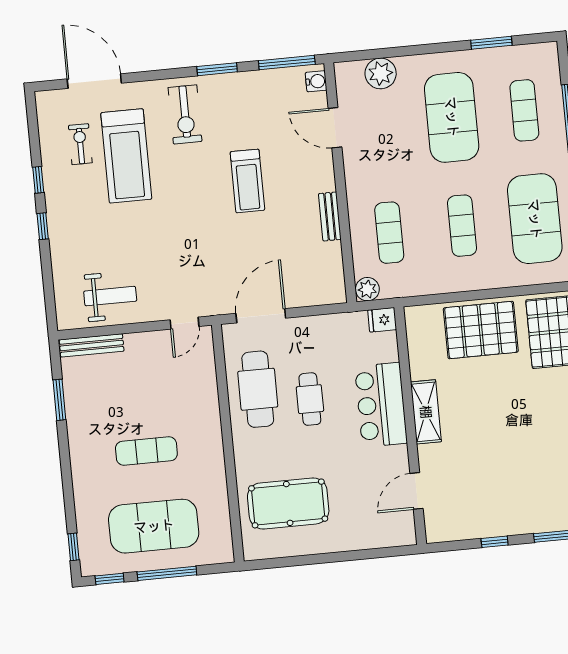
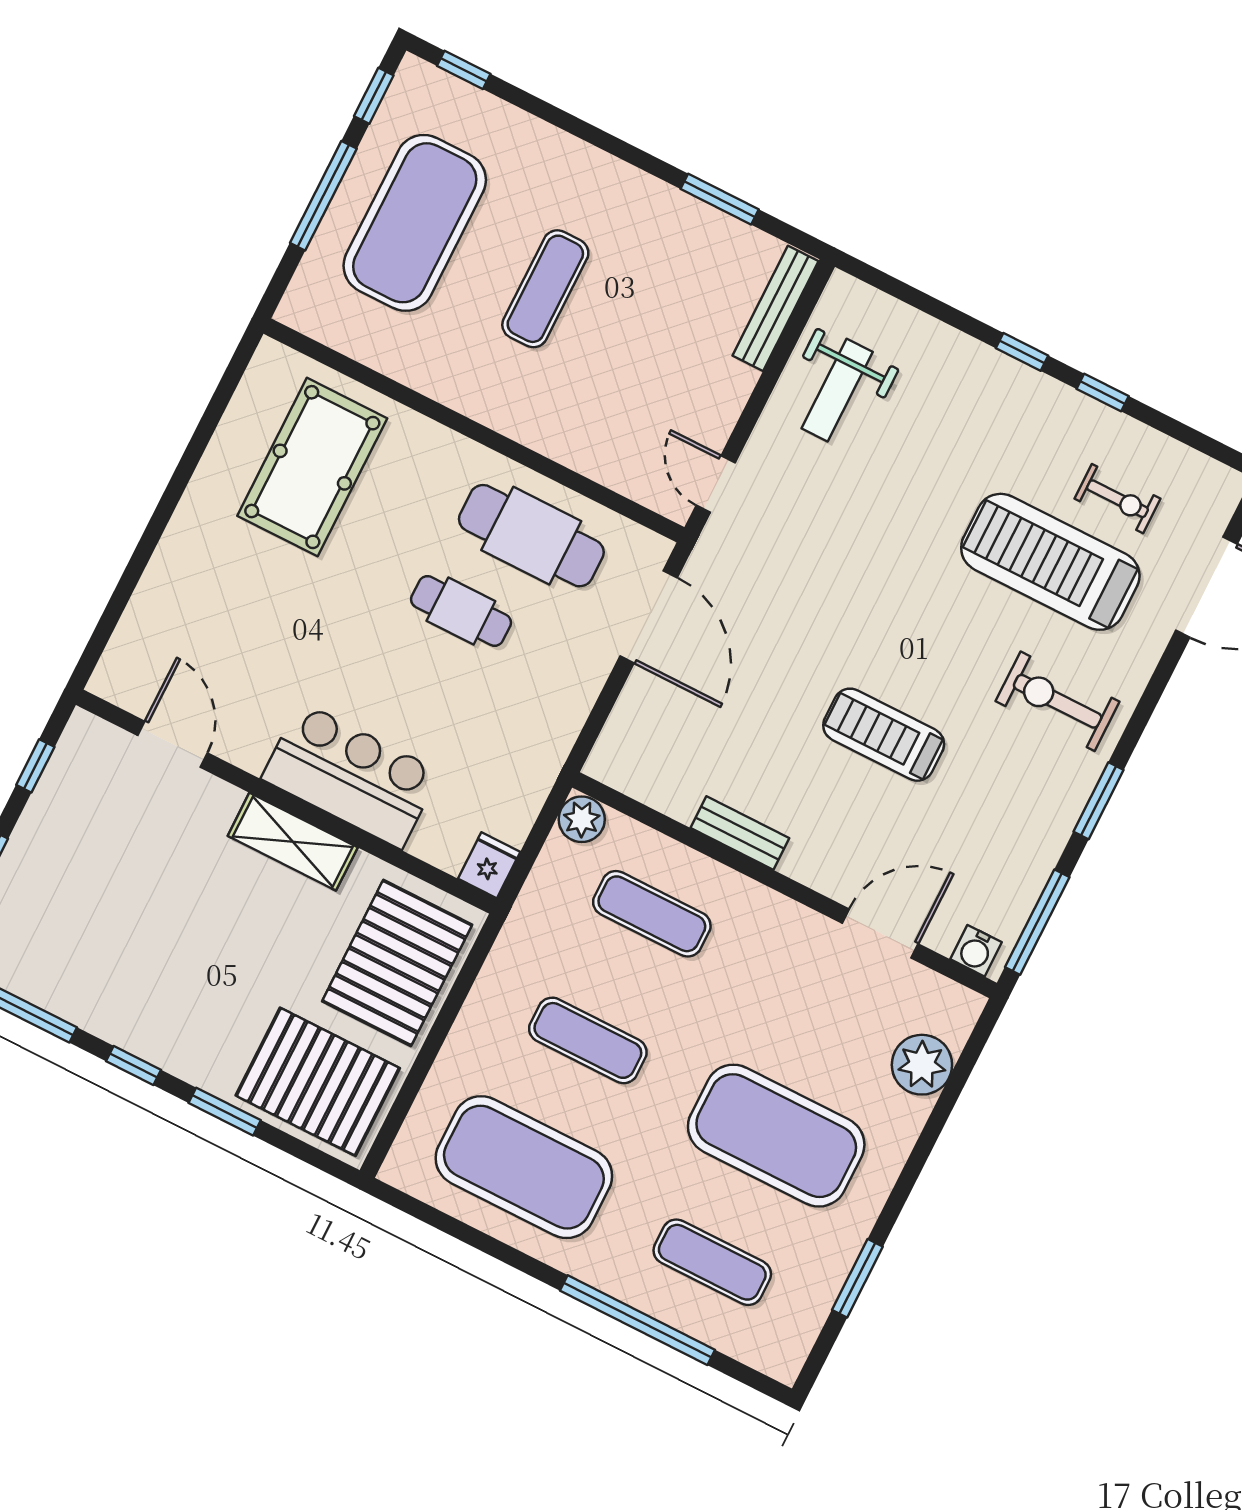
fridge: (382, 320) -> (489, 865), moved
bar counter: (381, 405) -> (351, 775), moved
shelving: (426, 412) -> (293, 842), moved
wall: (410, 426) -> (286, 802), moved
door: (417, 491) -> (173, 744), moved

